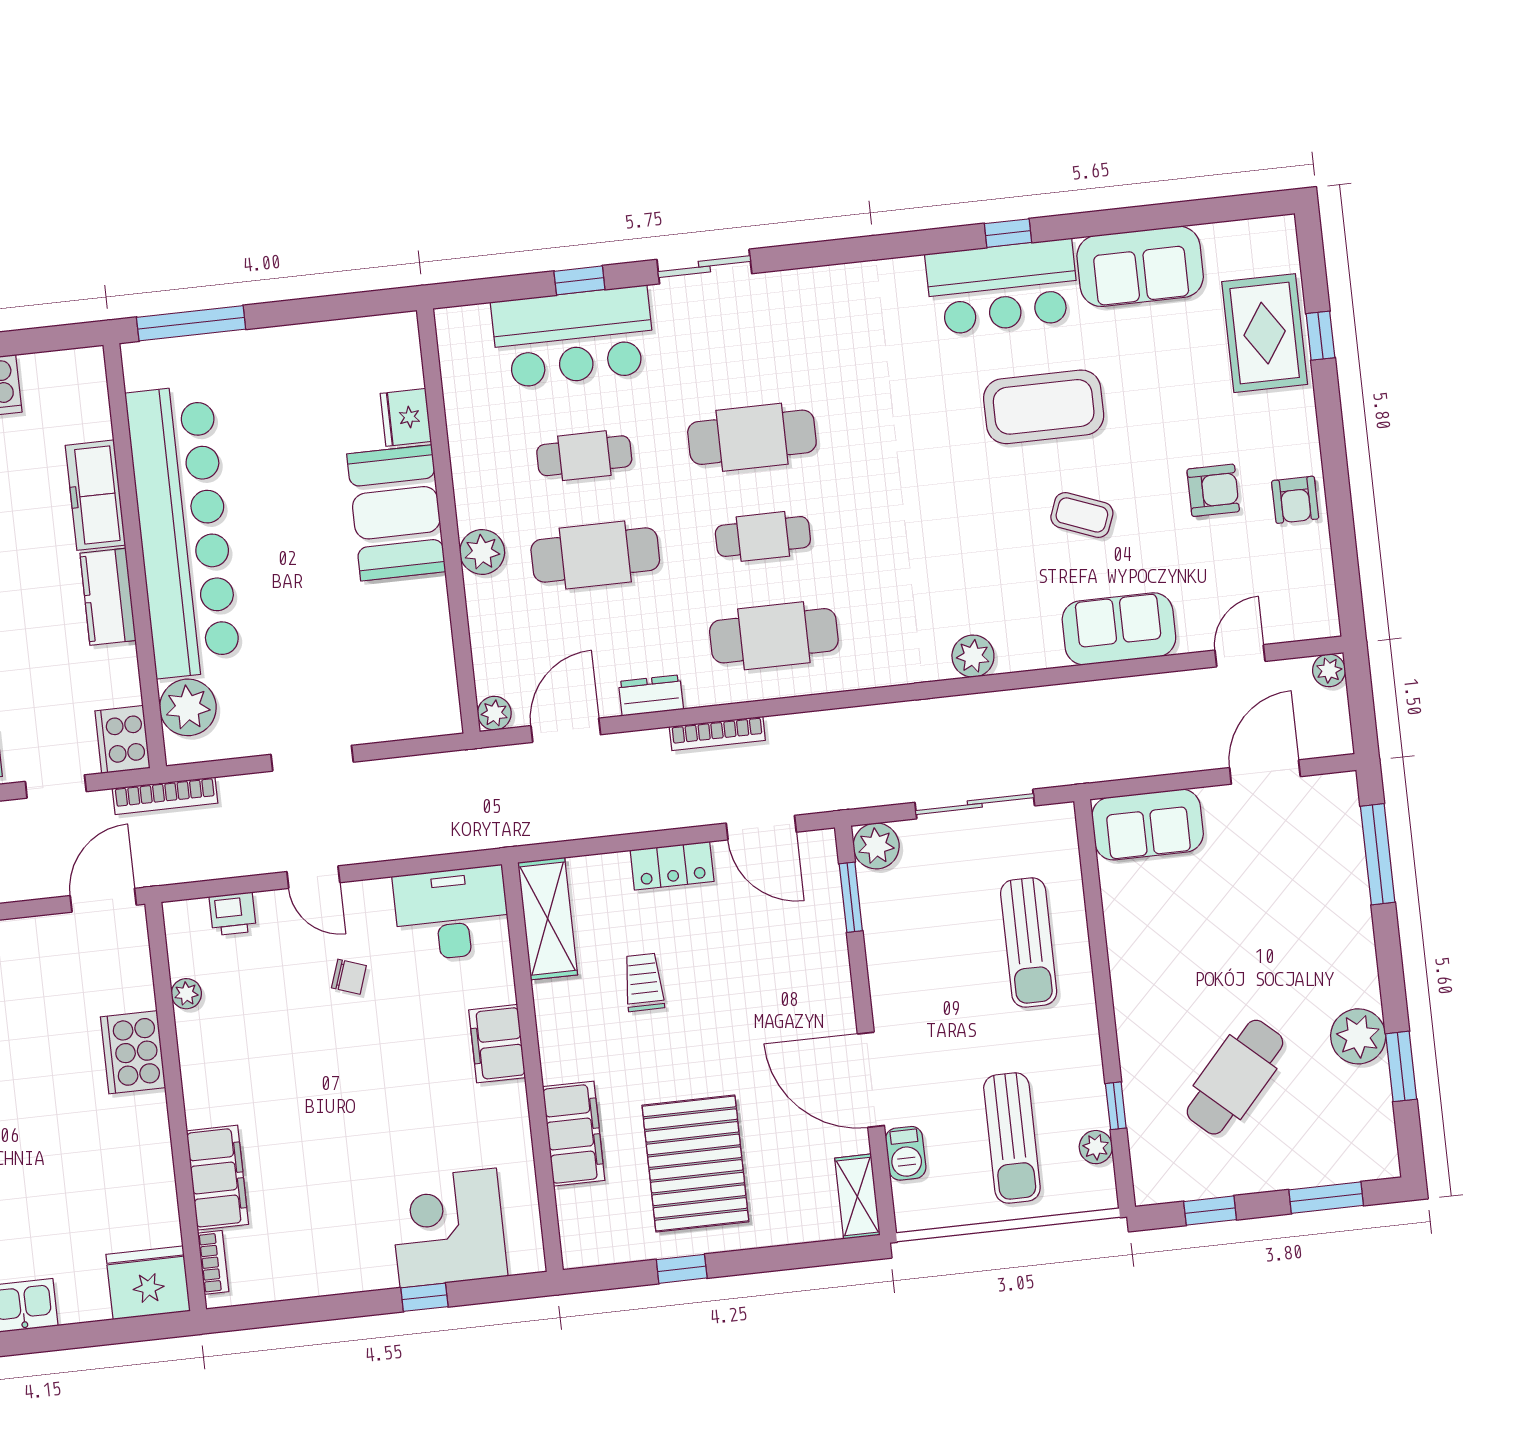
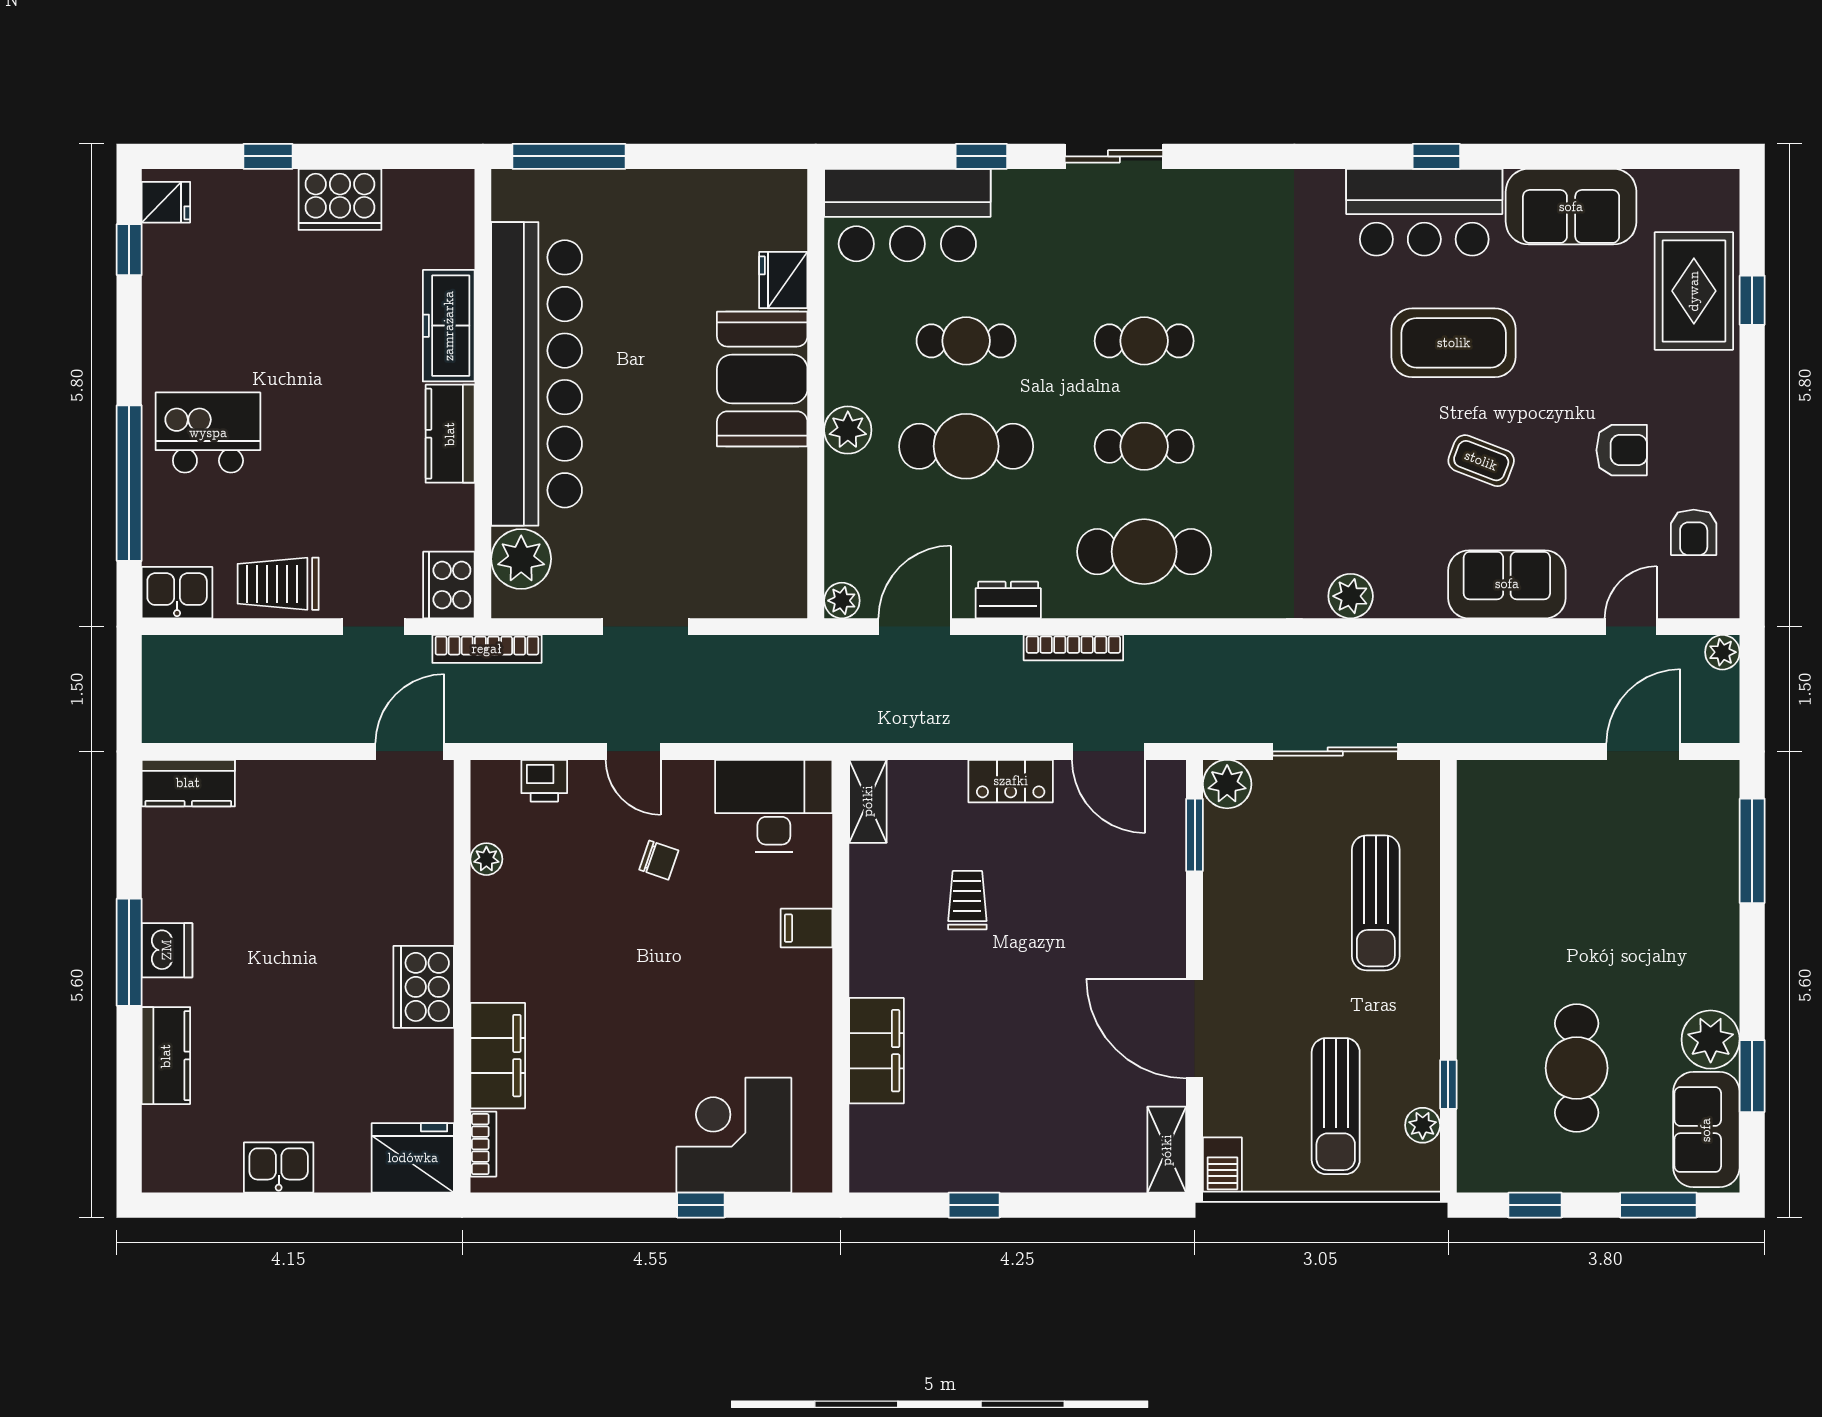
bar counter: (573, 337) -> (907, 215), moved
cafe table: (752, 437) -> (1144, 341), width x0.73, depth x0.74
armchair: (1295, 500) -> (1694, 532), moved
sofa: (1148, 825) -> (1706, 1130), moved, turned 90
shelving: (548, 919) -> (868, 801), width x0.67, depth x0.75
filing cabinet: (497, 1044) -> (807, 928), width x0.50
cooker: (133, 1052) -> (424, 987), moved
cafe table: (1235, 1077) -> (1577, 1068), turned -42
barbecue: (906, 1153) -> (1222, 1165), moved
pallet: (695, 1164) -> (1001, 1096), removed

